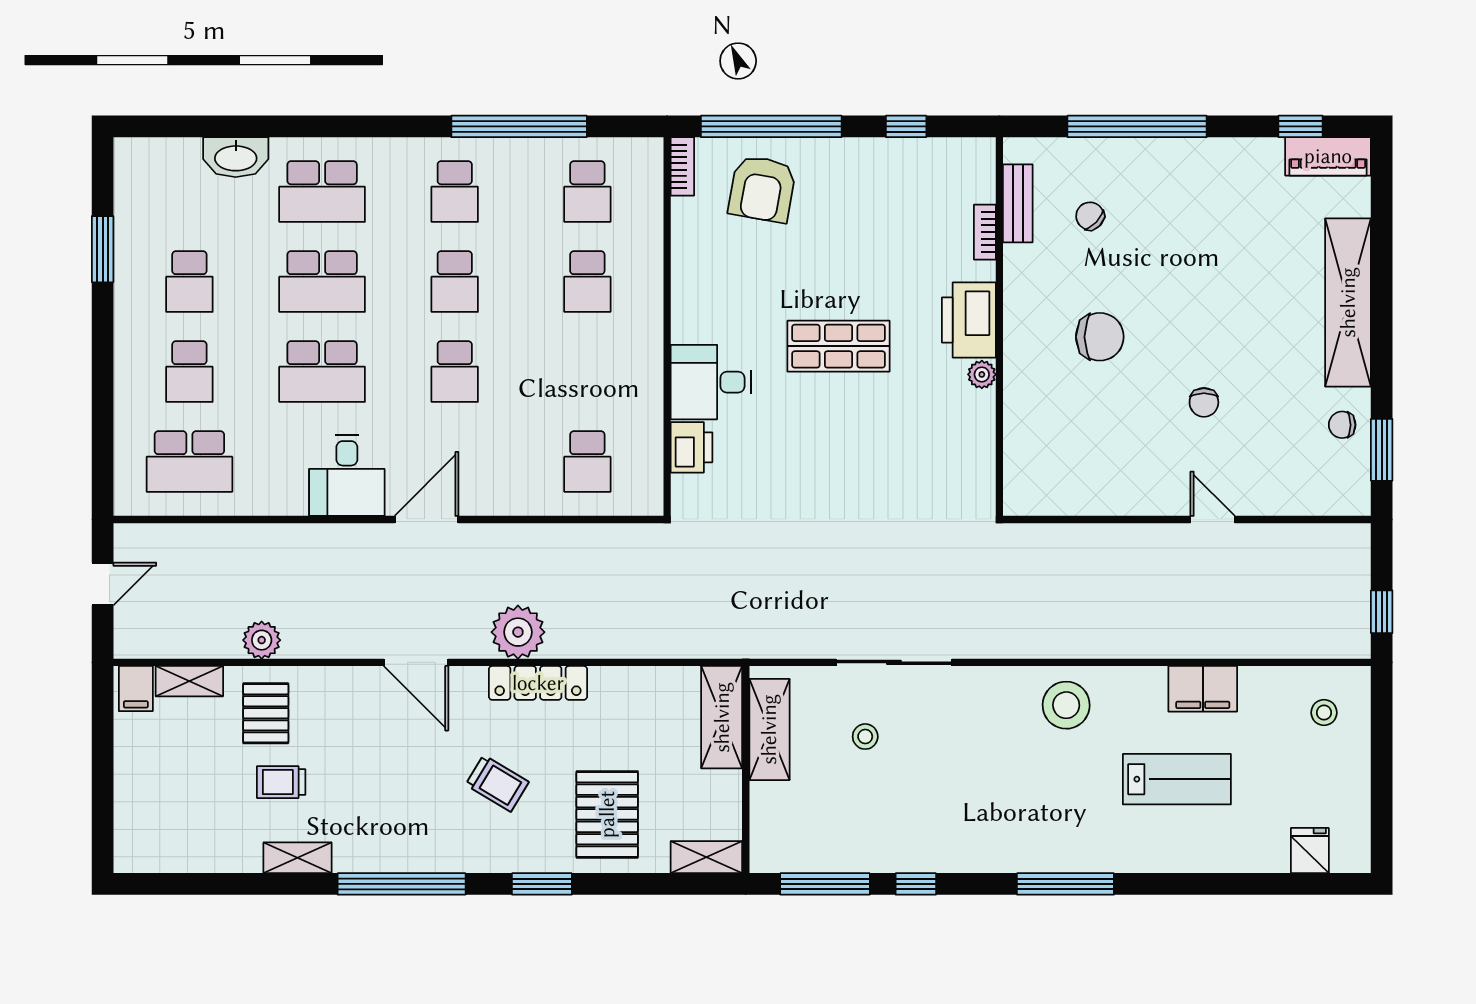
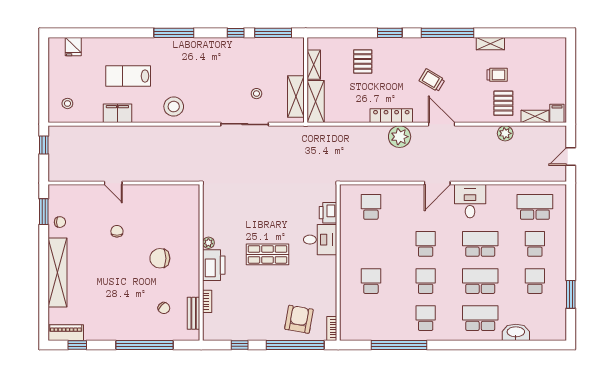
school desk: (587, 192) -> (371, 318), removed
trolley: (497, 783) -> (432, 80), moved
pallet: (607, 814) -> (363, 61), width x0.67, depth x0.71
shelving: (706, 857) -> (314, 65), moved, turned 90

